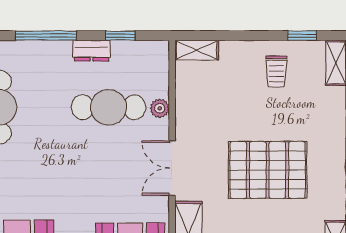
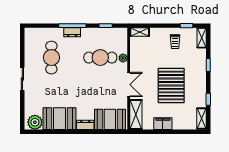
dresser: (92, 51) -> (72, 32), moved
double door: (172, 168) -> (129, 85), swing flipped
pallet: (268, 170) -> (171, 85), turned 90

